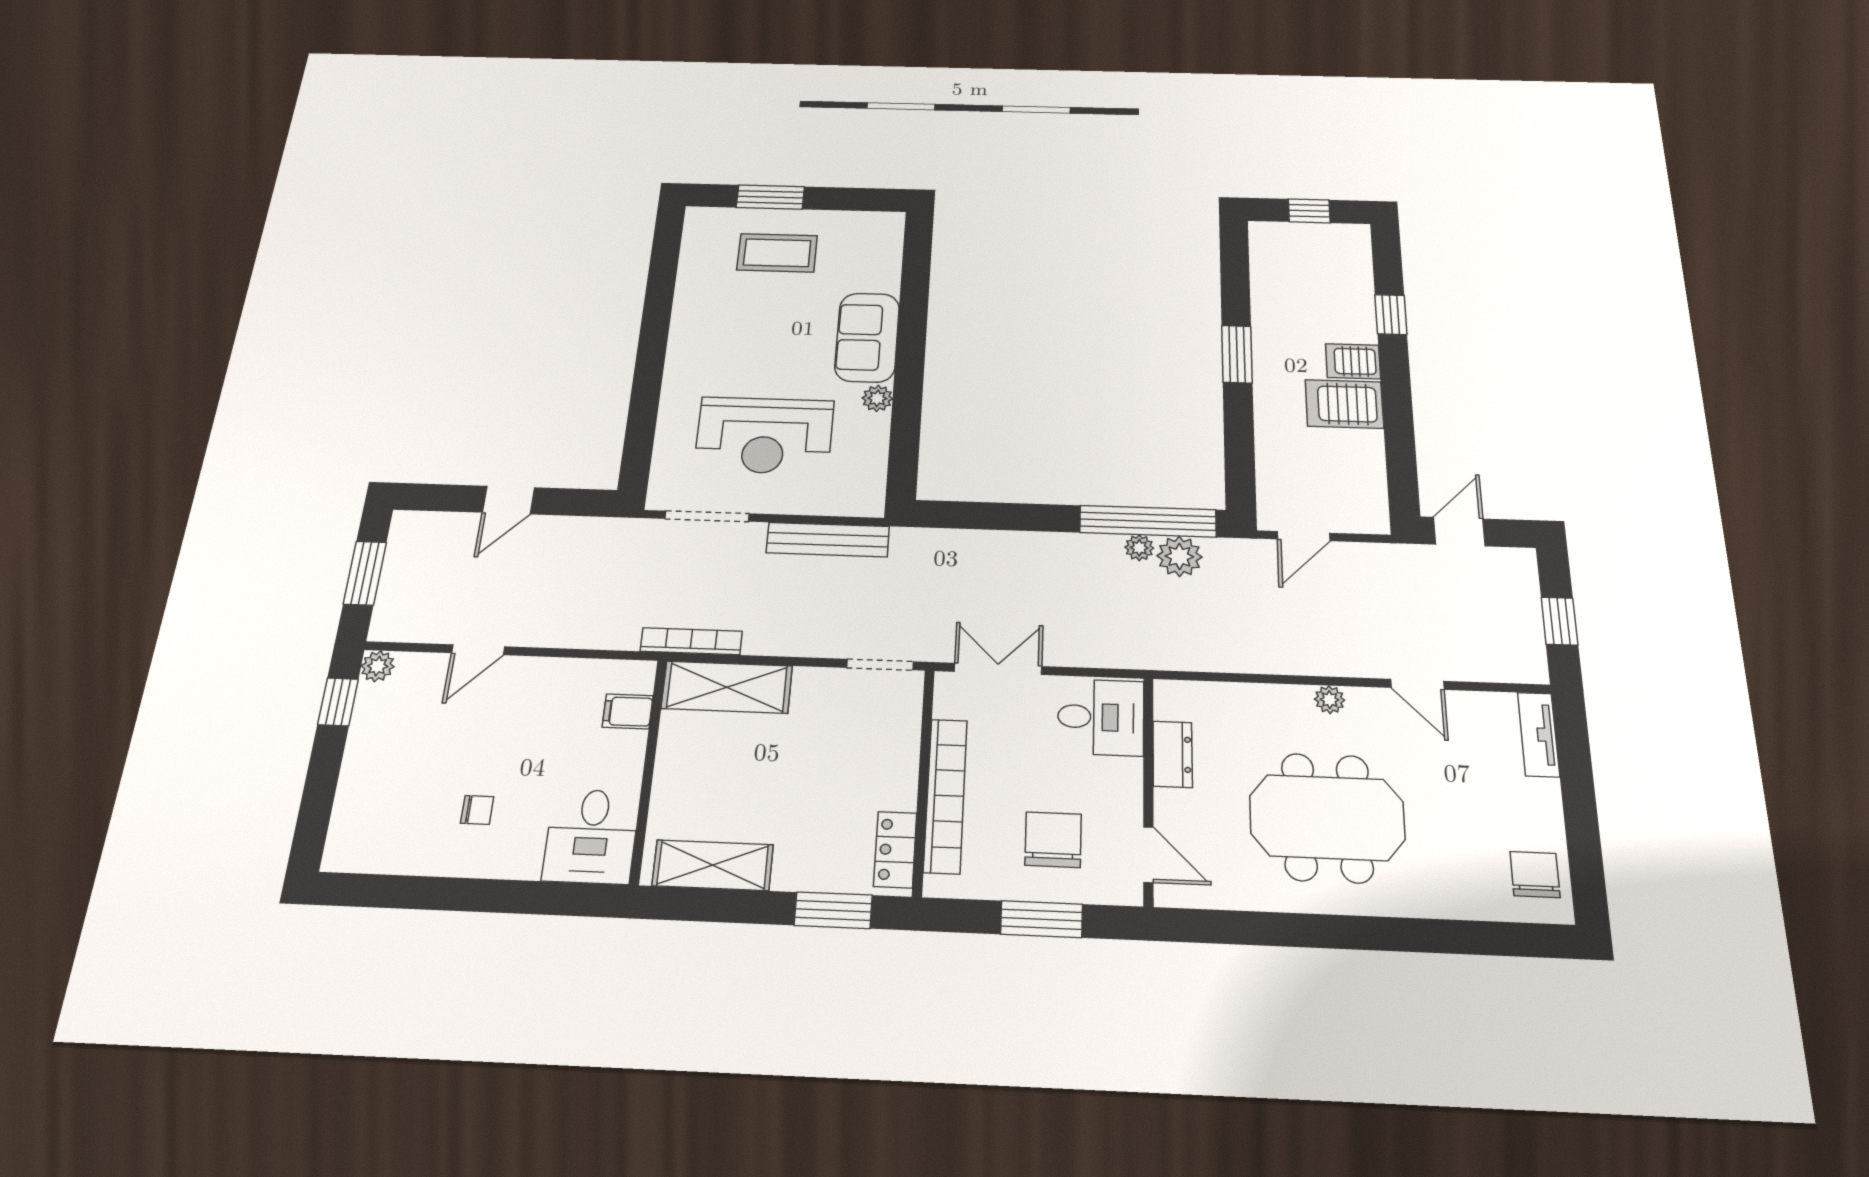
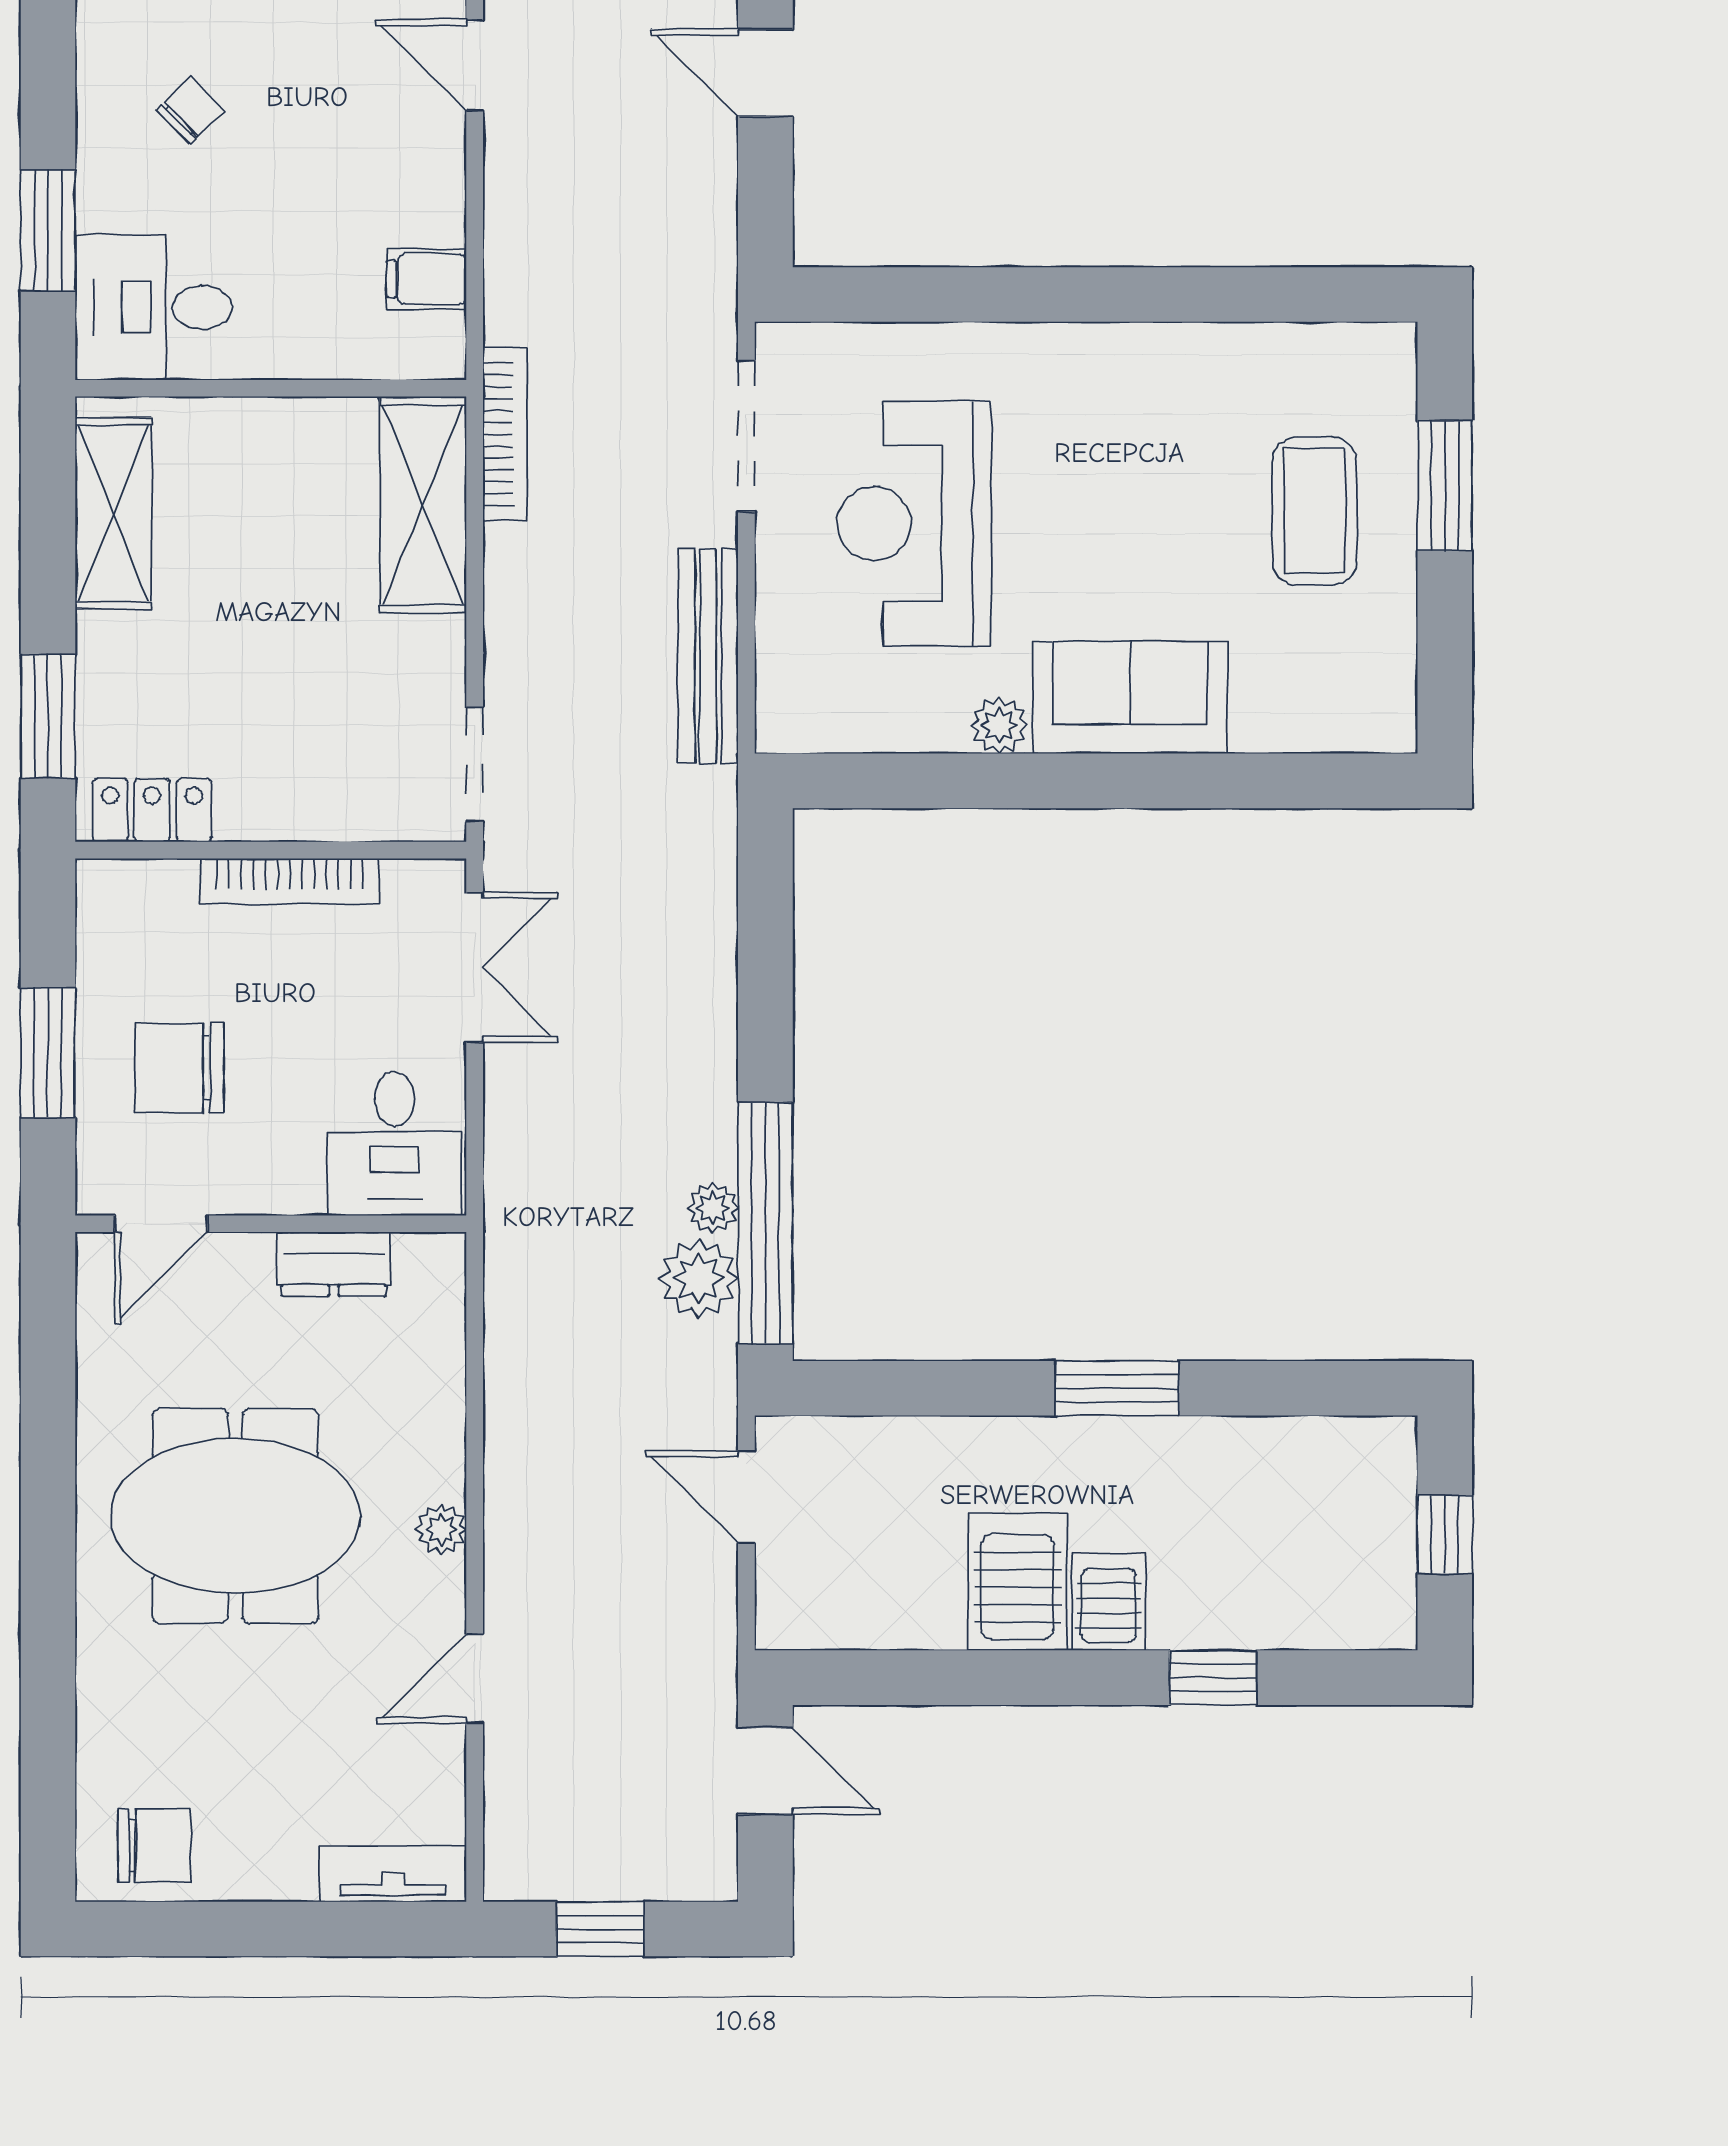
filing cabinet: (628, 711) -> (426, 279), moved, turned -90
bookcase: (945, 795) -> (290, 881), width x0.68, depth x0.76
chair: (477, 810) -> (190, 111), turned -134
meeting table: (1327, 818) -> (235, 1516), turned 90
chair: (1053, 840) -> (180, 1068), turned 180
window: (536, 898) -> (48, 230), added

